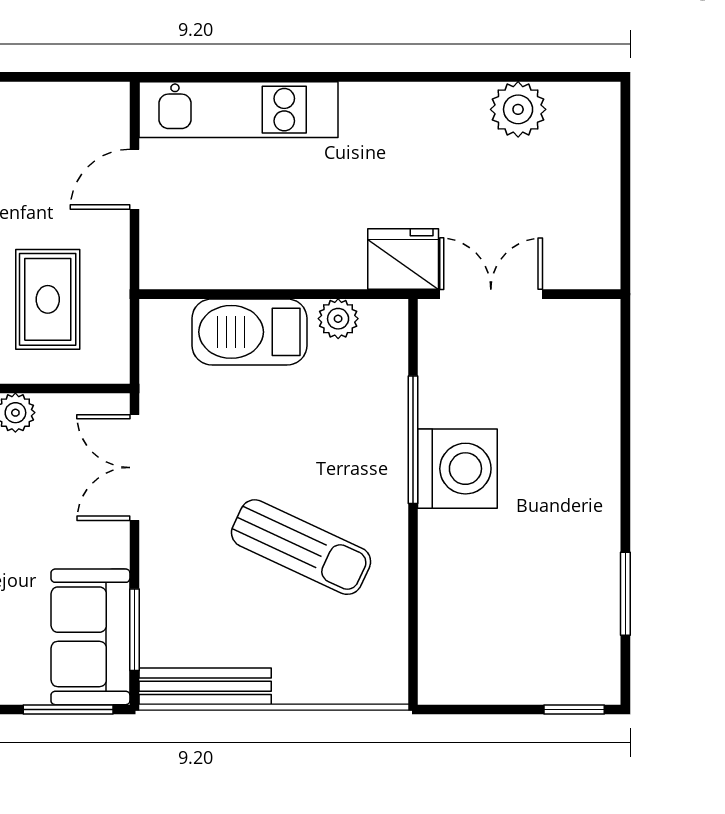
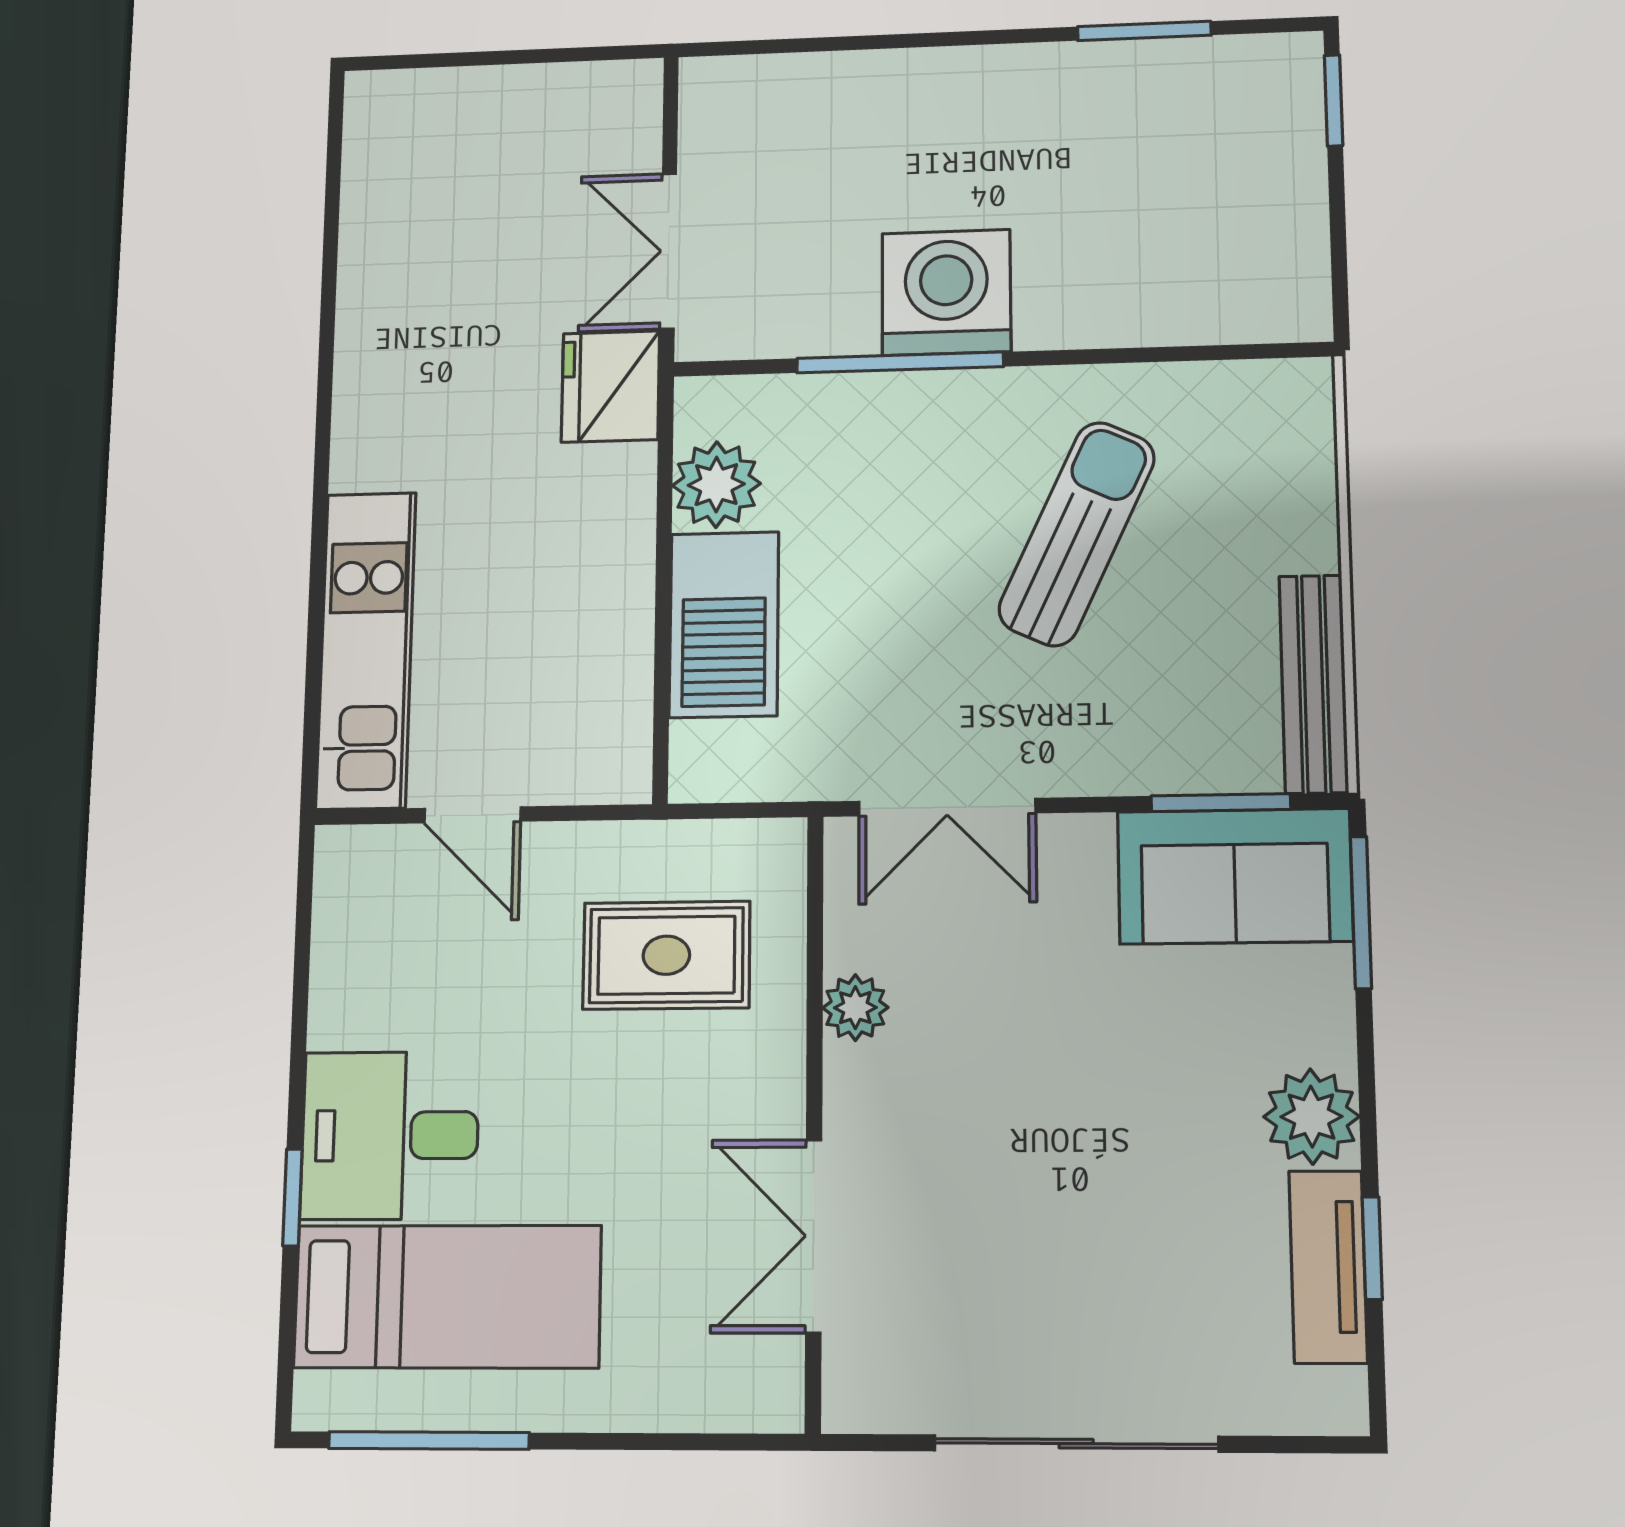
plant: (518, 109) -> (381, 221), removed
plant: (338, 319) -> (716, 485), width x1.38, depth x1.38

